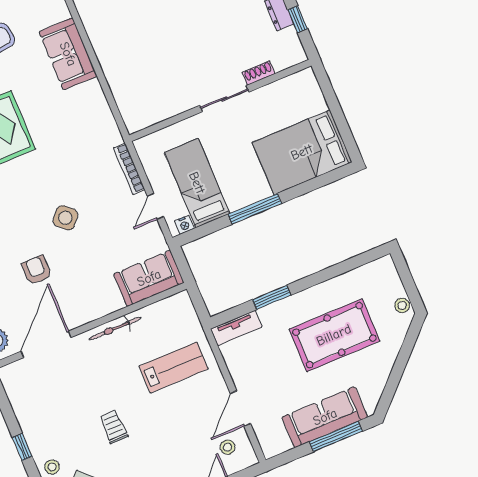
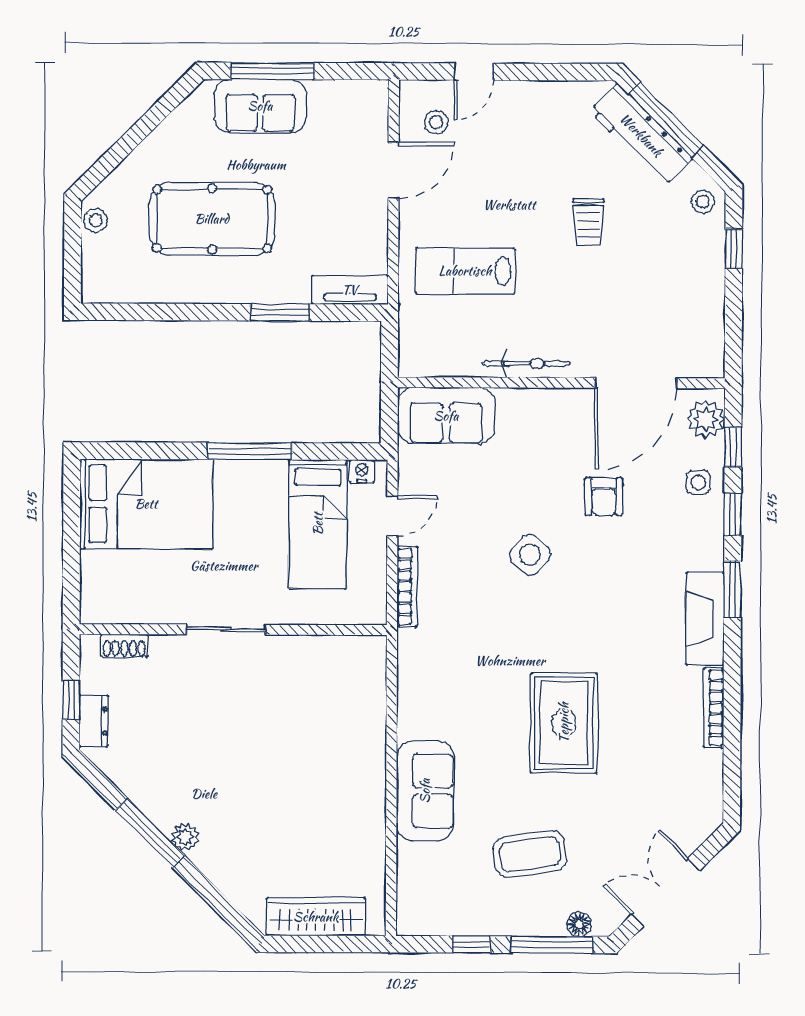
shoe rack: (258, 73) -> (124, 646), moved
sofa: (325, 417) -> (260, 106), width x0.73

